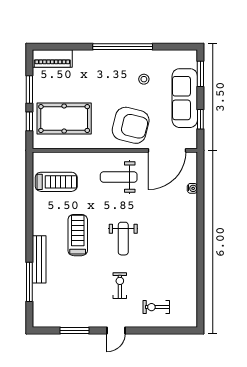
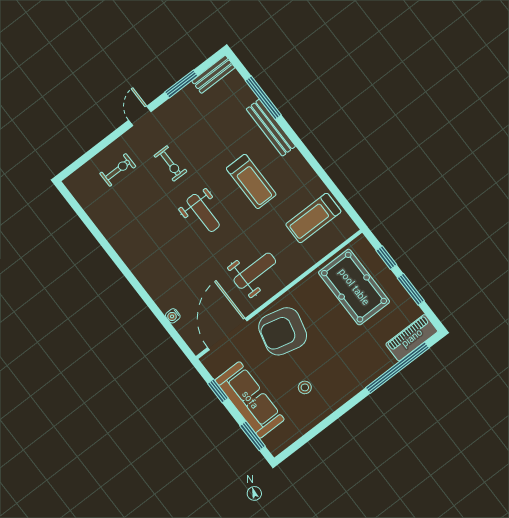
window: (123, 47) -> (397, 368), moved
pool table: (64, 119) -> (354, 287), turned 90
weight bench: (123, 239) -> (203, 213), turned 180
bench: (49, 321) -> (213, 74), added

